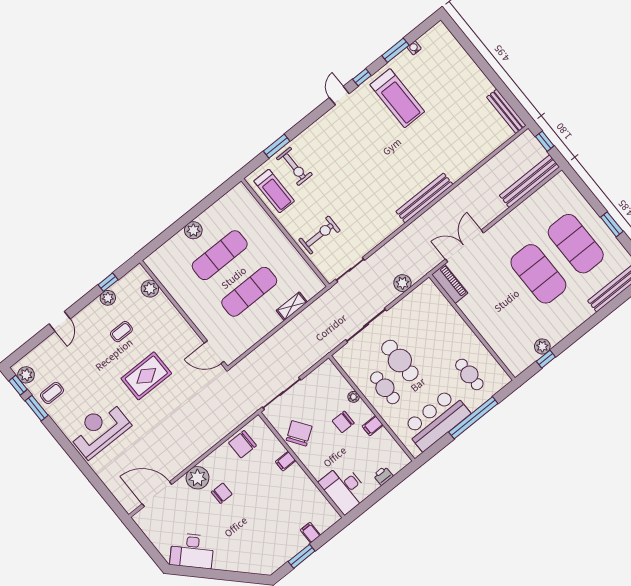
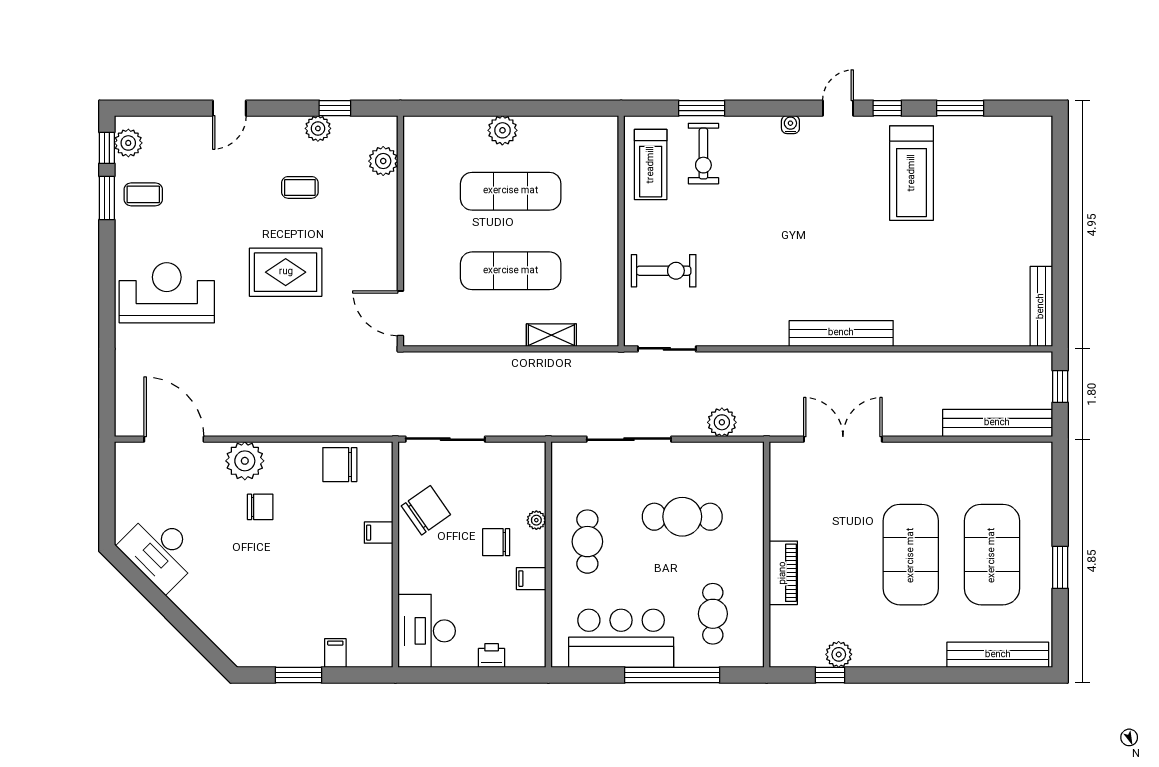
water cooler: (414, 48) -> (790, 125), moved
piano: (450, 284) -> (783, 573), moved
cafe table: (400, 361) -> (682, 517), moved, turned 90

